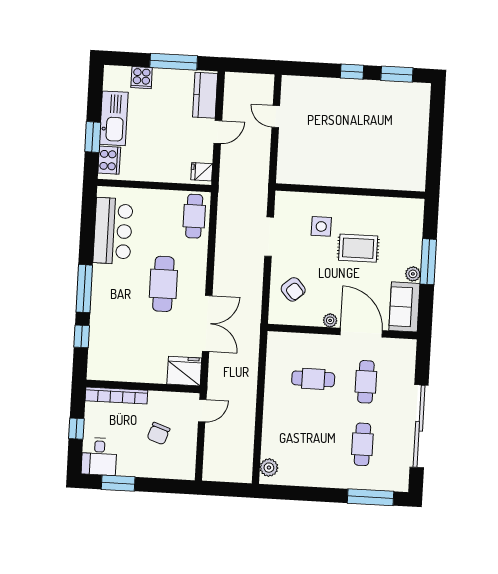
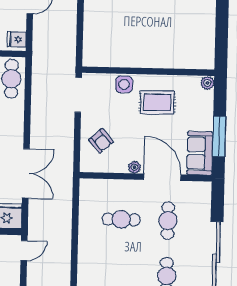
wall: (350, 191) -> (148, 71), moved
window: (428, 262) -> (219, 137), moved
plant: (413, 274) -> (207, 83), moved

